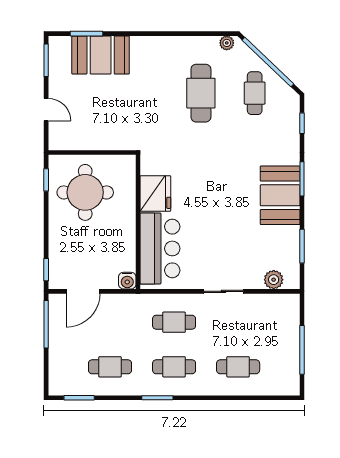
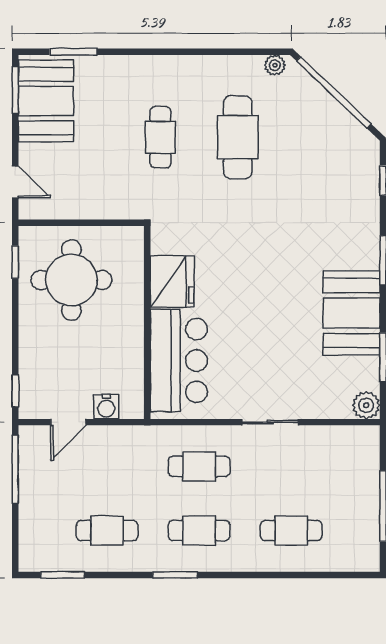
booth: (101, 55) -> (46, 101), moved, turned 90
cafe table: (255, 93) -> (160, 137), moved
door: (46, 110) -> (15, 182), moved
booth: (280, 195) -> (351, 313), moved
plant: (274, 280) -> (366, 405), moved
water cooler: (127, 281) -> (106, 407), moved
door: (83, 291) -> (68, 422), width x0.73

